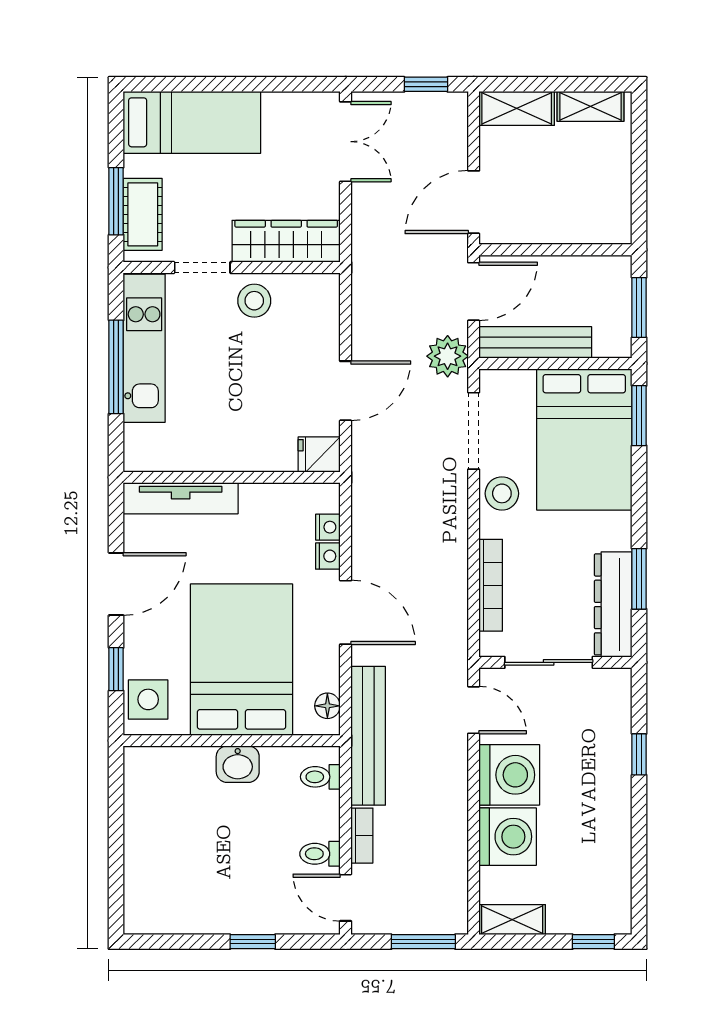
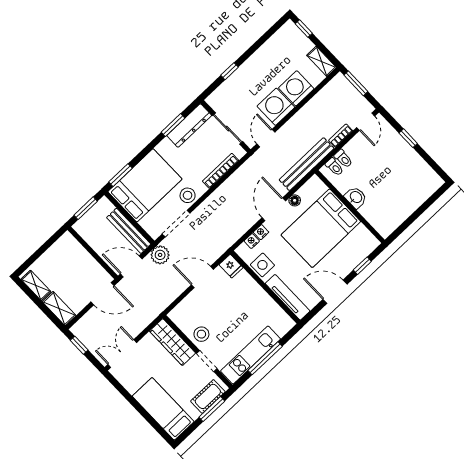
side table: (148, 699) -> (262, 265), moved
floor lamp: (327, 706) -> (295, 200), moved
toilet: (320, 854) -> (343, 159), moved

